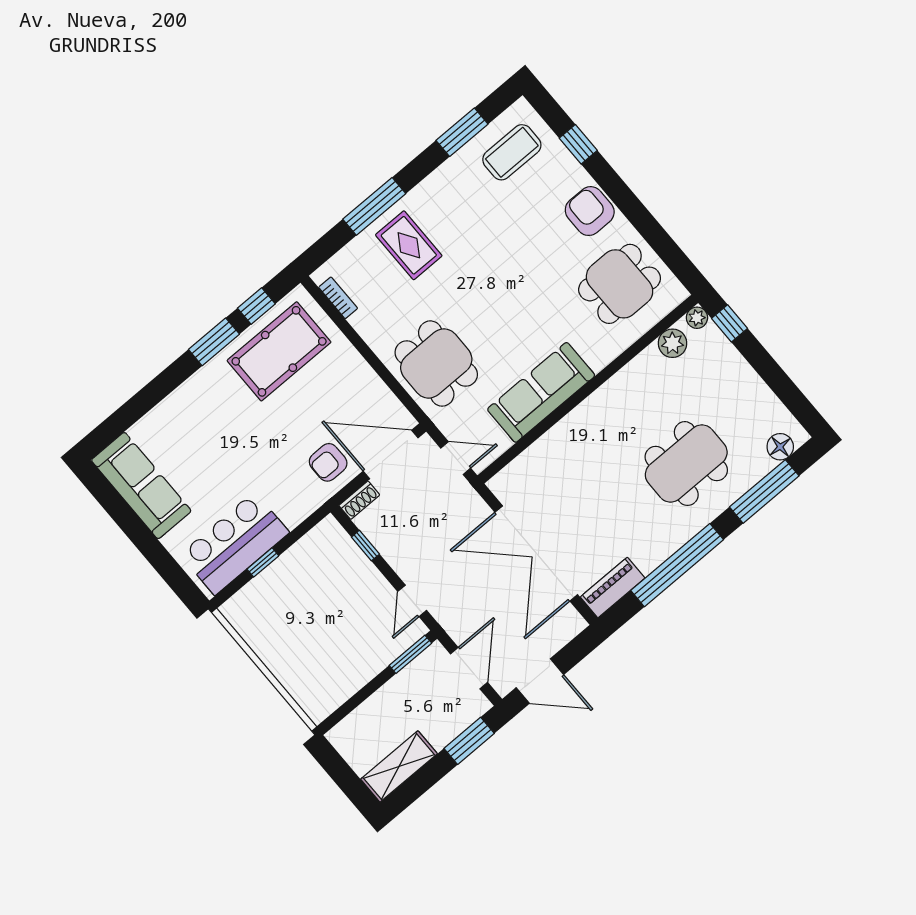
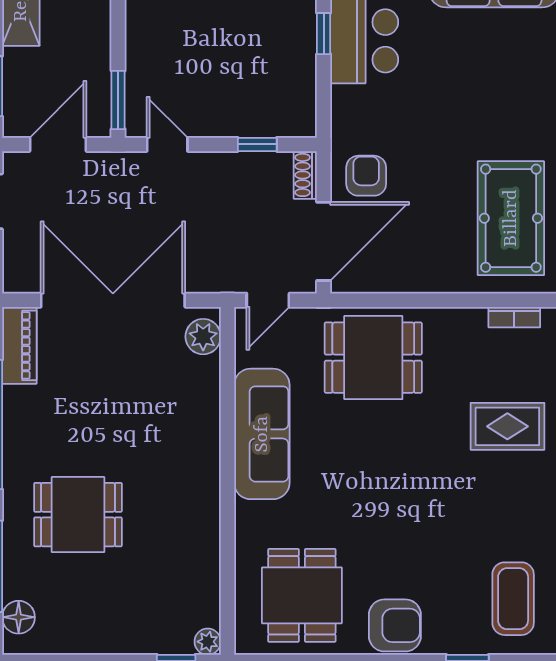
plant: (672, 343) -> (203, 337), moved
dining table: (686, 464) -> (78, 515), width x0.73
door: (469, 668) -> (58, 144), swing flipped

